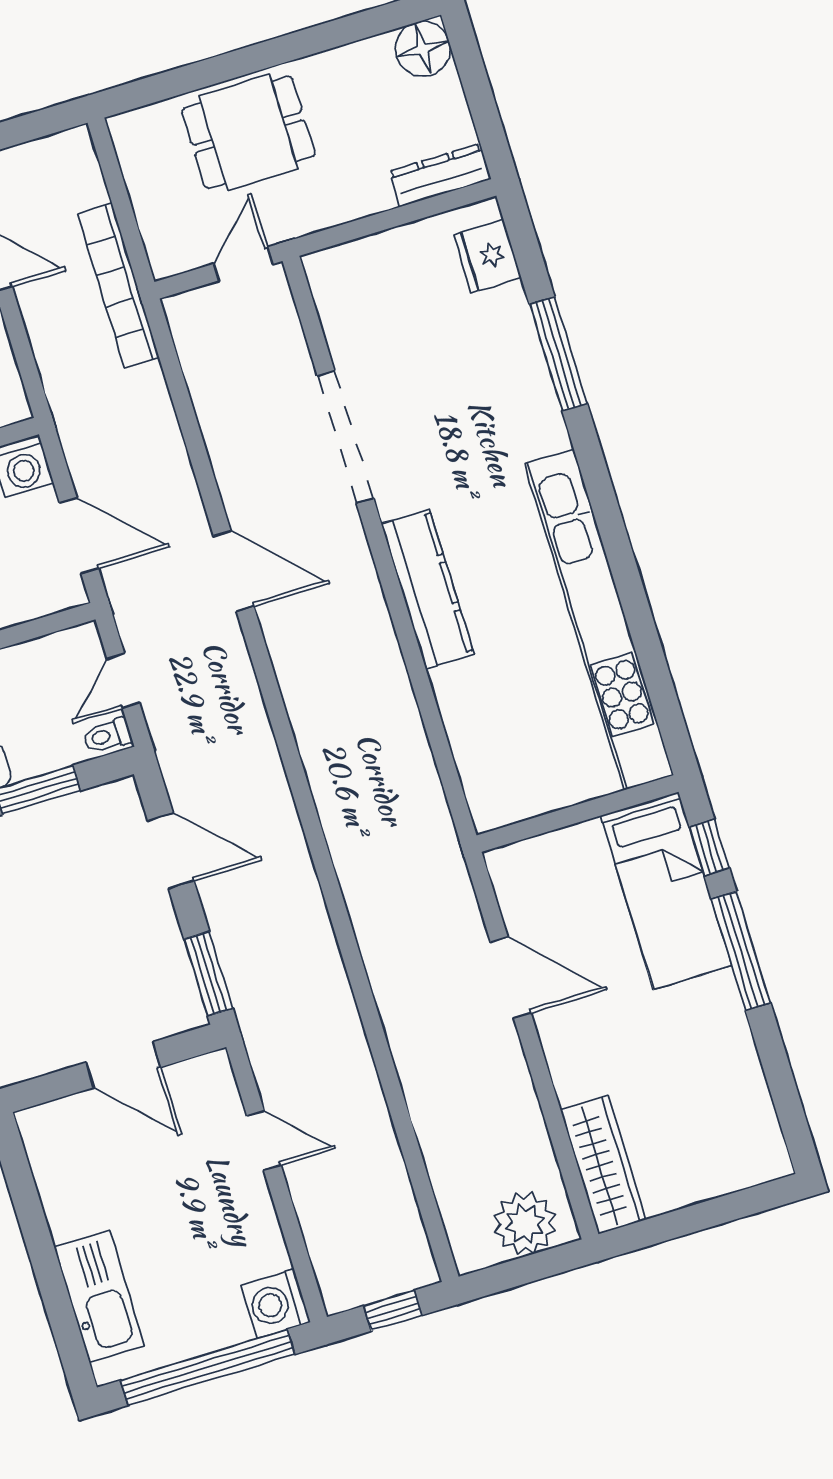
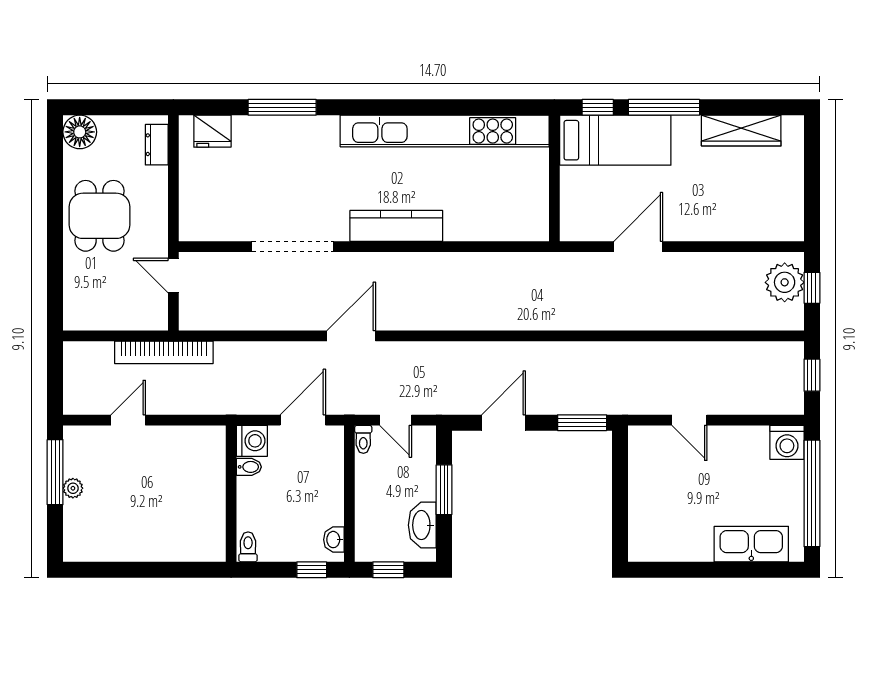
dining table: (248, 132) -> (100, 216), moved
dresser: (440, 175) -> (157, 145), width x0.70
toilet: (107, 736) -> (363, 439), moved
door: (123, 1065) -> (620, 489), removed
door: (264, 1140) -> (689, 420), swing flipped
wardrobe: (603, 1165) -> (741, 131), moved, turned 180
window: (529, 1269) -> (812, 288), added

